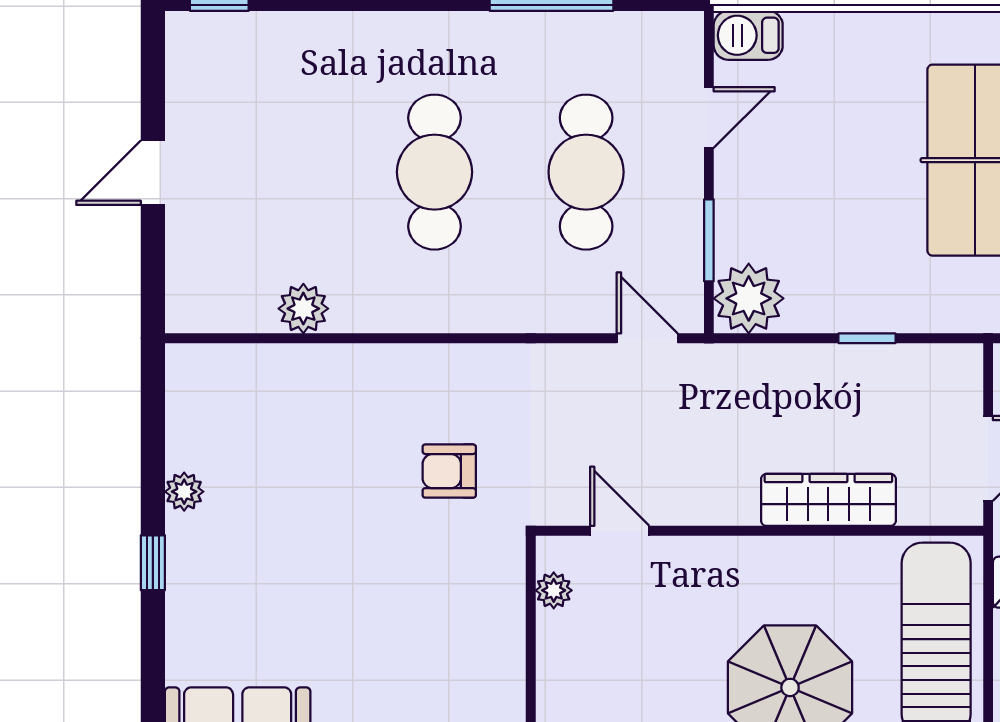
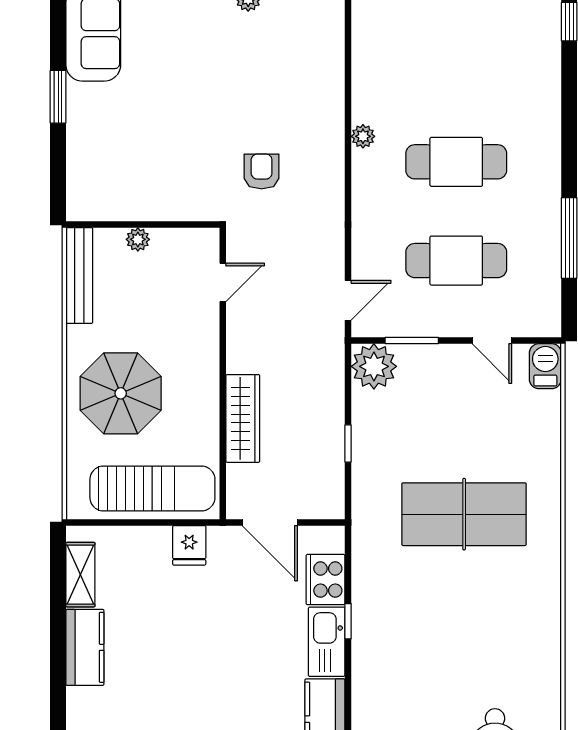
plant: (303, 309) -> (363, 136), moved, width x0.73, depth x0.73
plant: (554, 590) -> (138, 239), moved

